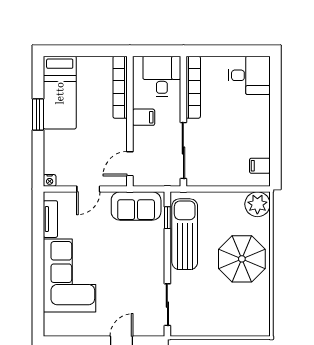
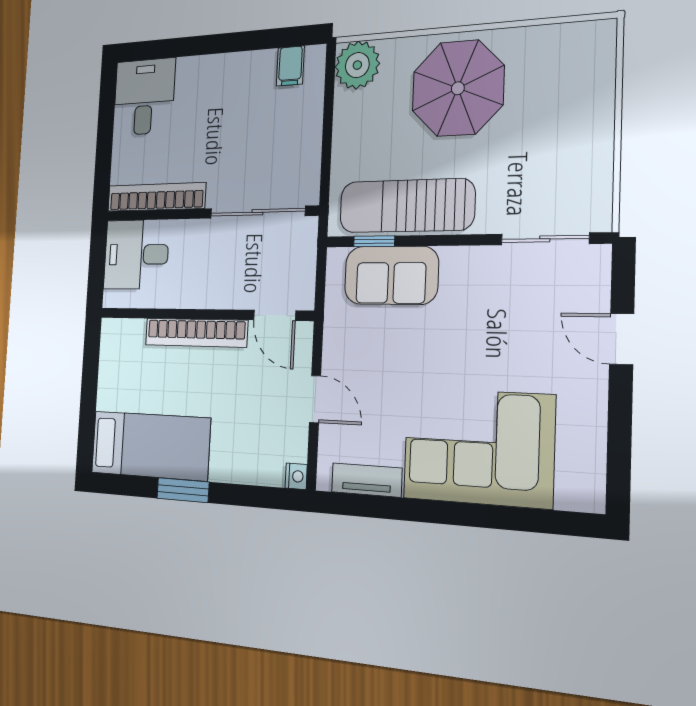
bookcase: (120, 87) -> (196, 333), moved
filing cabinet: (144, 117) -> (199, 288), removed
sofa: (136, 206) -> (391, 275), moved, turned 90

